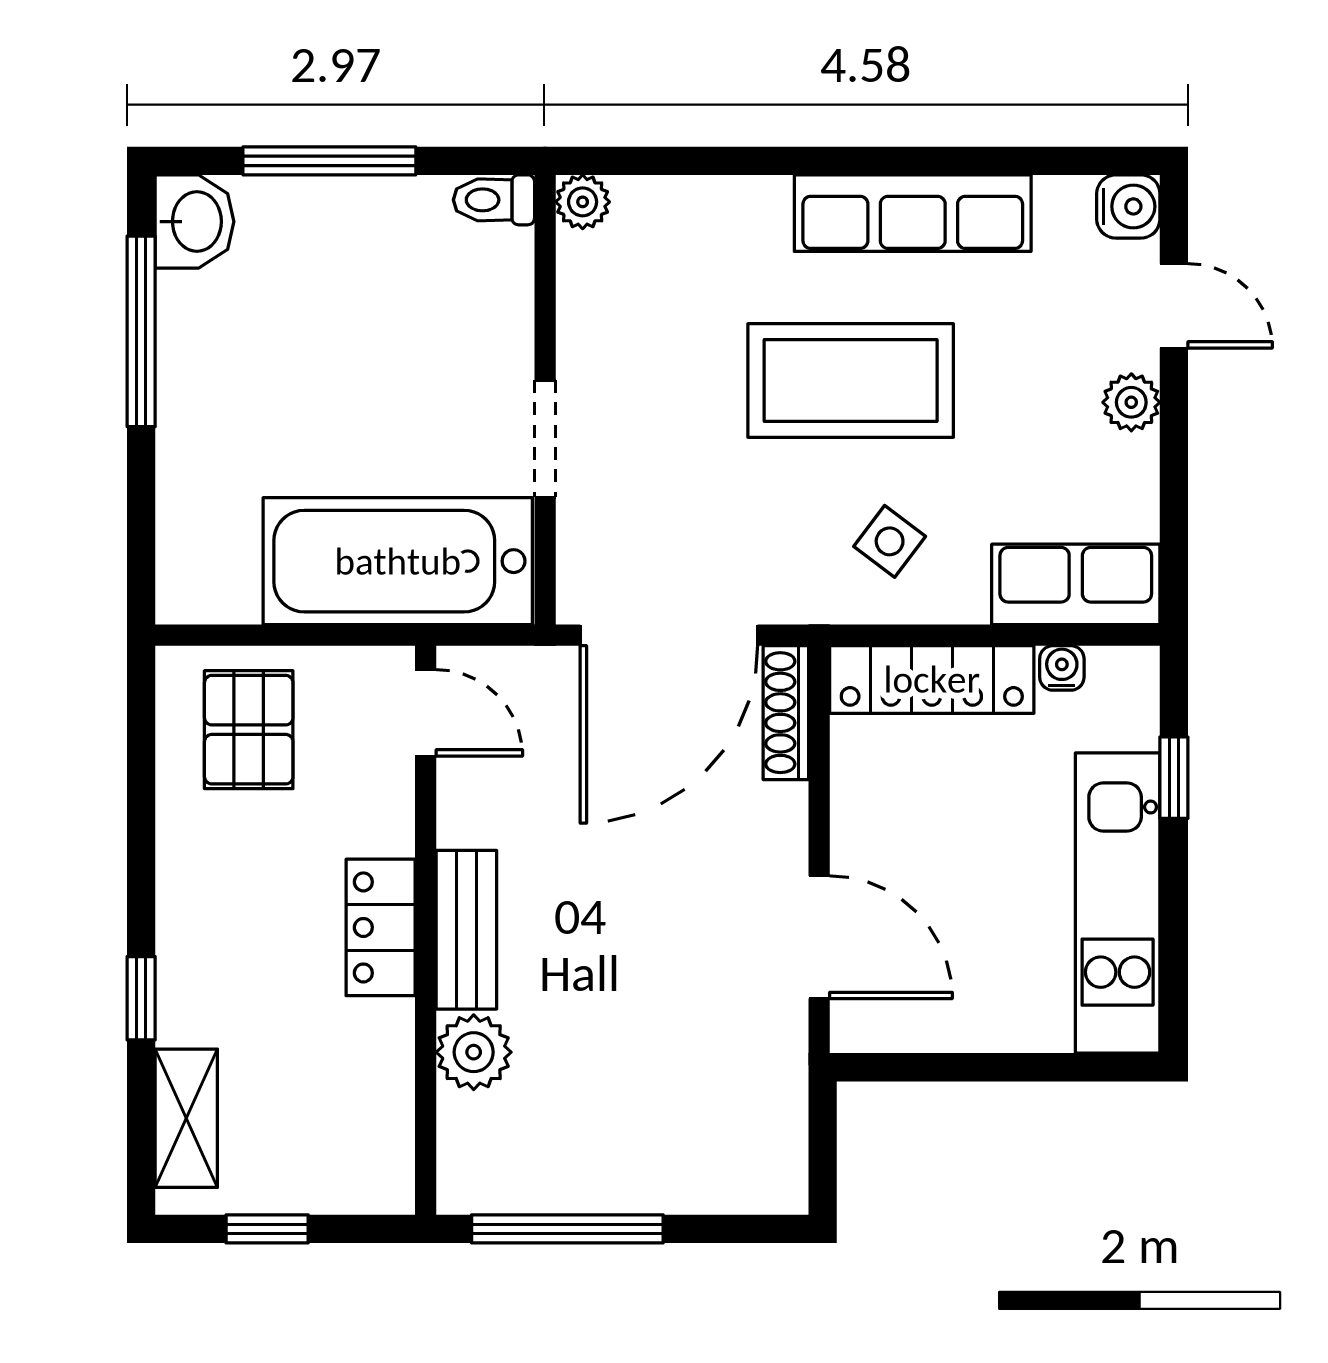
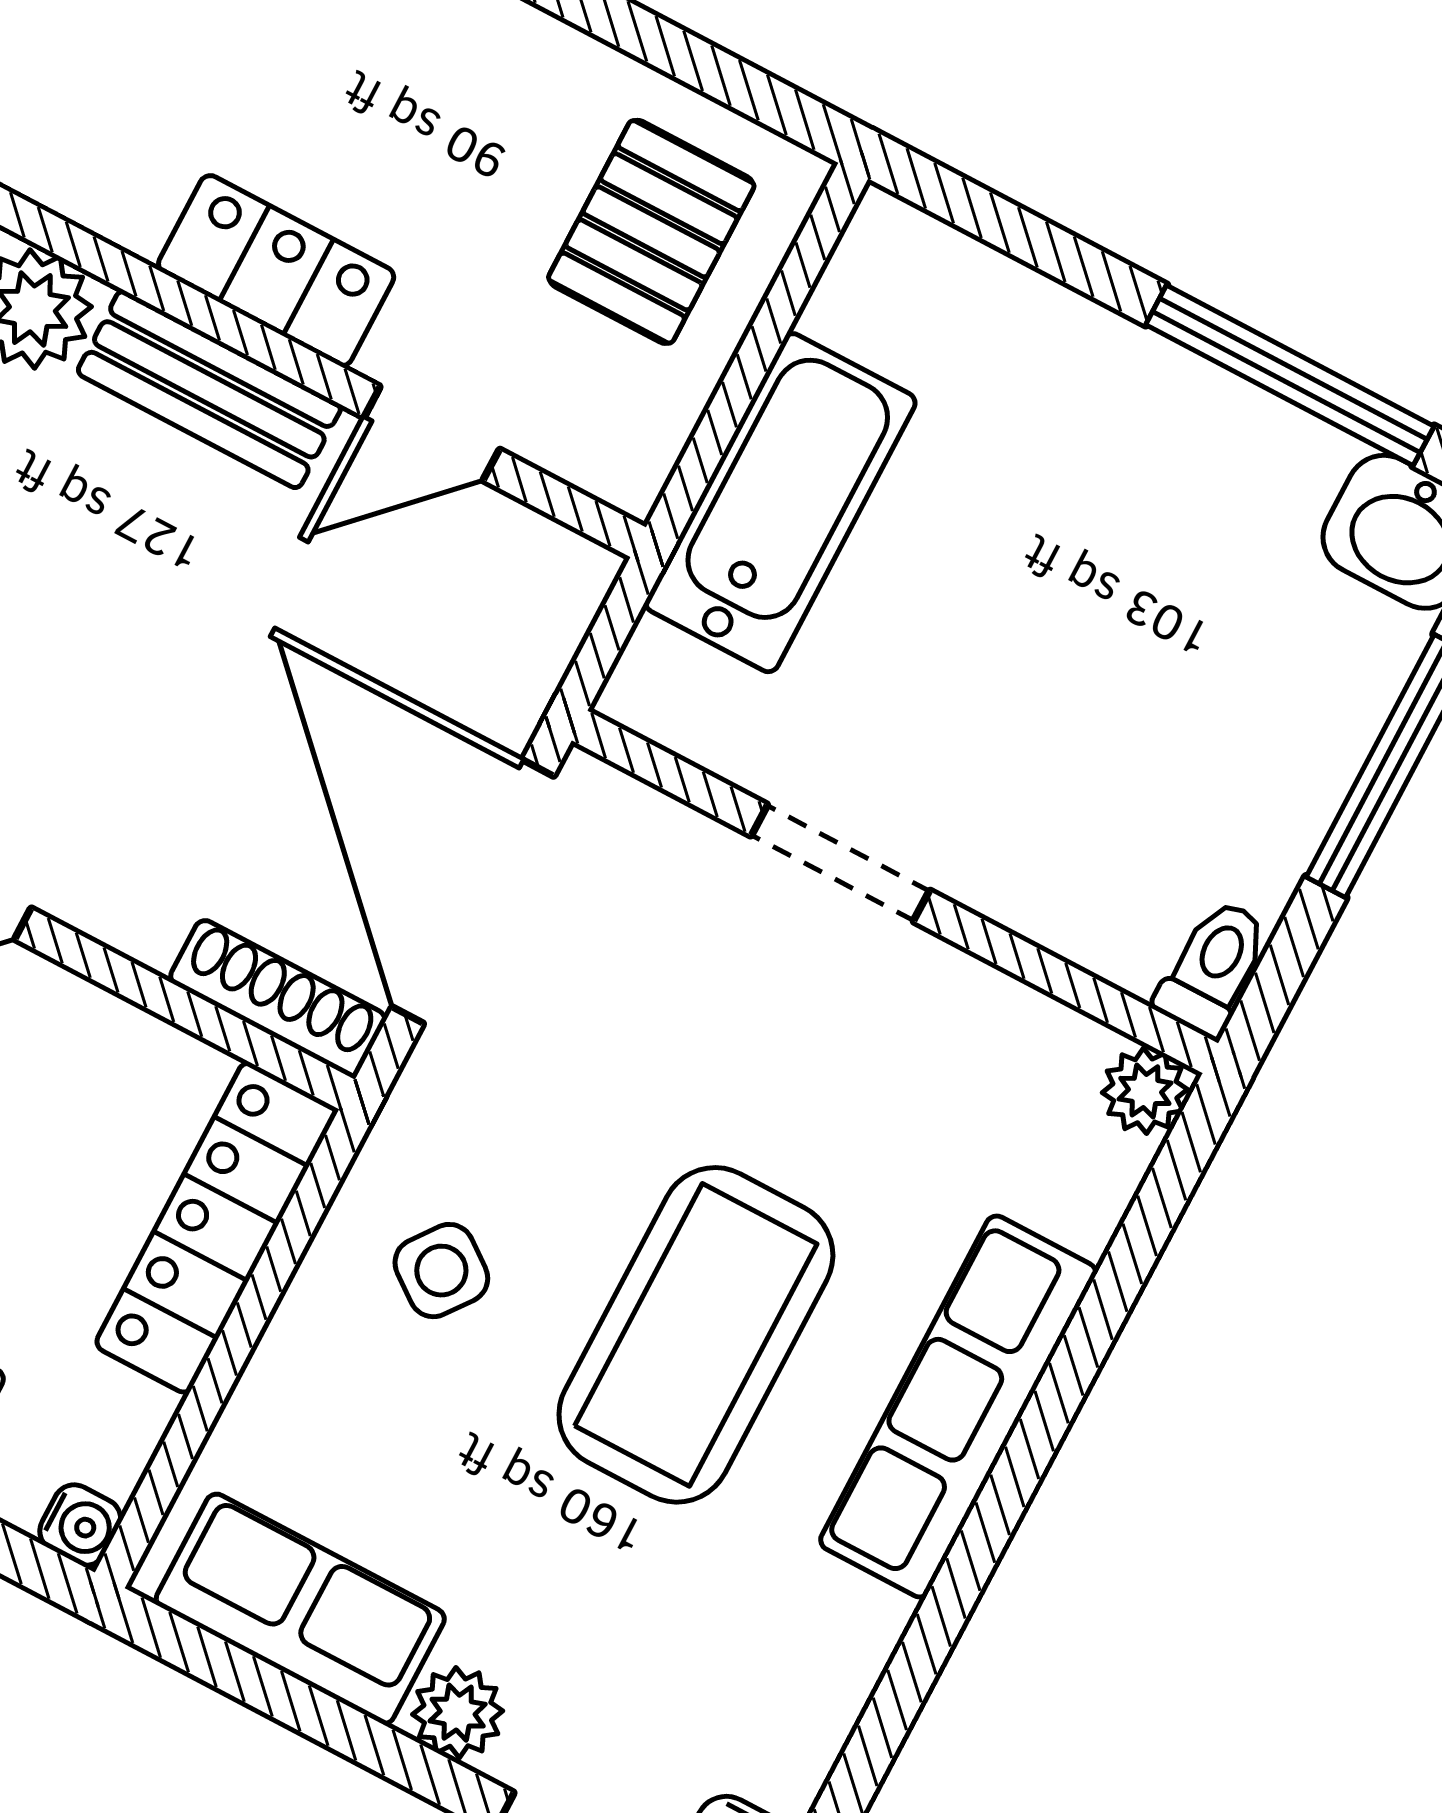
row of seats: (913, 213) -> (958, 1407), moved
bathtub: (398, 561) -> (780, 503), width x0.73, depth x0.73
row of seats: (1076, 584) -> (300, 1609), moved, turned -90
water cooler: (1062, 668) -> (80, 1525), moved
door: (426, 713) -> (432, 433), moved
pallet: (249, 730) -> (651, 232), turned 90

